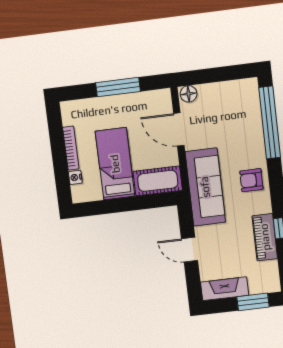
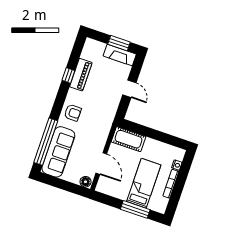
window: (118, 87) -> (135, 209), moved
bed: (115, 164) -> (144, 183), moved, turned 180
sofa: (205, 187) -> (58, 152), moved, turned 180
window: (253, 302) -> (119, 43), moved

